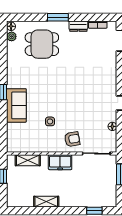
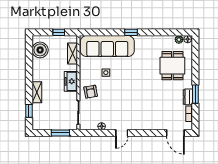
window: (58, 17) -> (195, 94), moved
sofa: (16, 105) -> (107, 46), width x1.85, depth x1.27
boiler: (24, 198) -> (40, 50), added
shelving: (46, 202) -> (37, 92), moved

